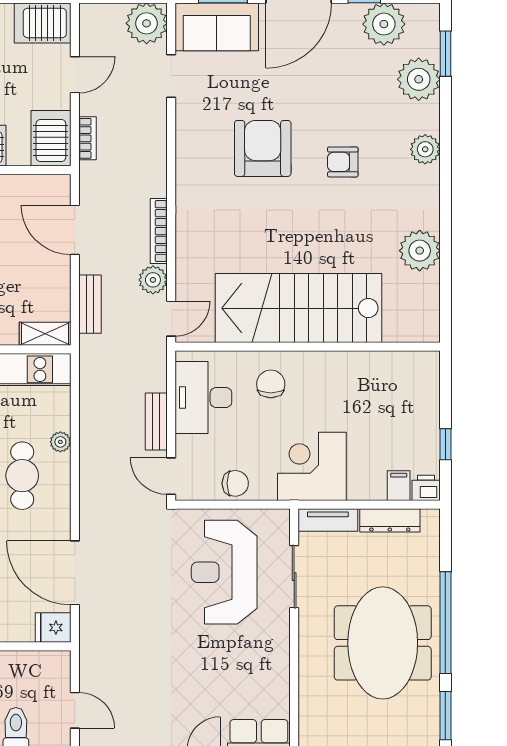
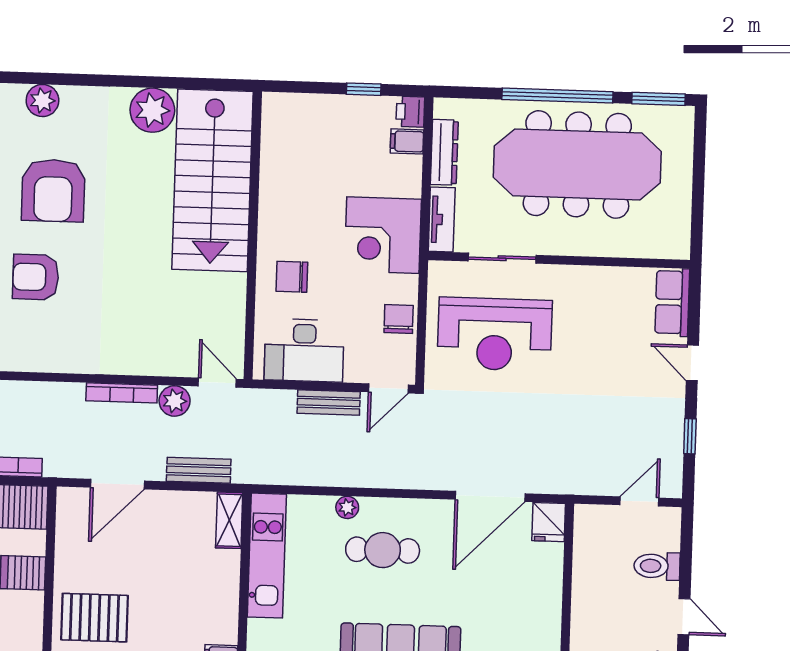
armchair: (263, 148) -> (36, 277), width x0.73, depth x0.73
armchair: (343, 162) -> (53, 190), width x1.88, depth x1.88
stairs: (298, 308) -> (213, 180), moved
meeting table: (383, 643) -> (577, 164), width x1.36

